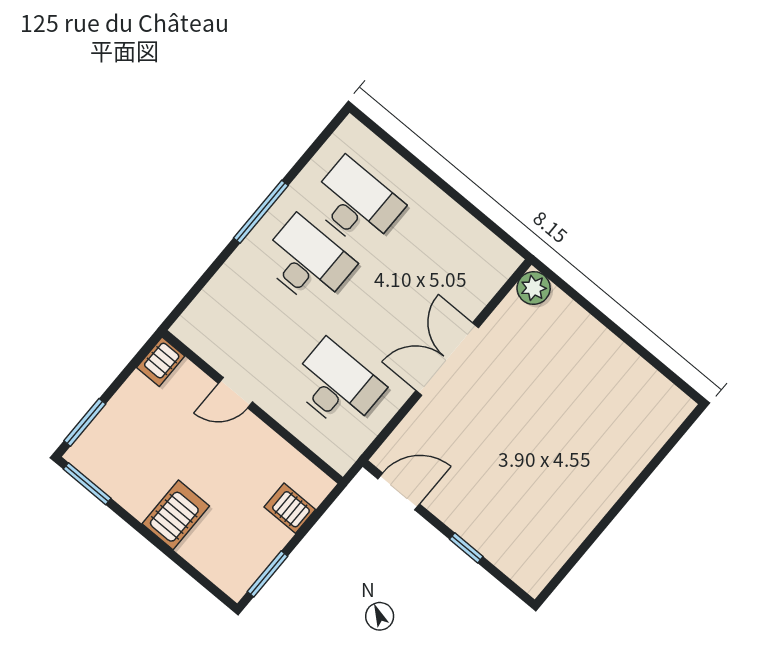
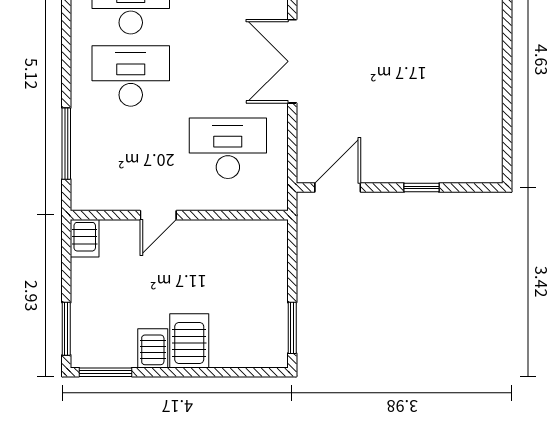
window: (261, 212) -> (66, 144), moved
server rack: (290, 508) -> (153, 348), moved, turned 90

